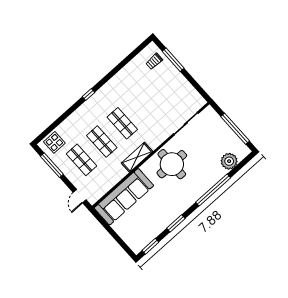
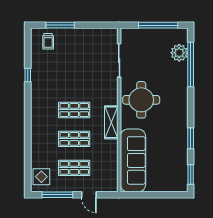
window: (88, 94) -> (28, 75), moved
window: (213, 190) -> (191, 64), moved
door: (80, 196) -> (89, 195), moved

